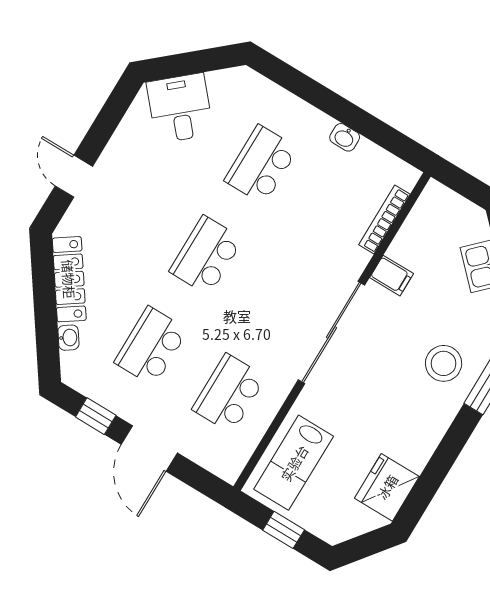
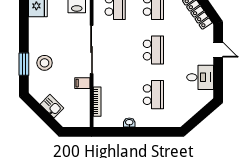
desk: (180, 108) -> (200, 77), moved, turned -49

